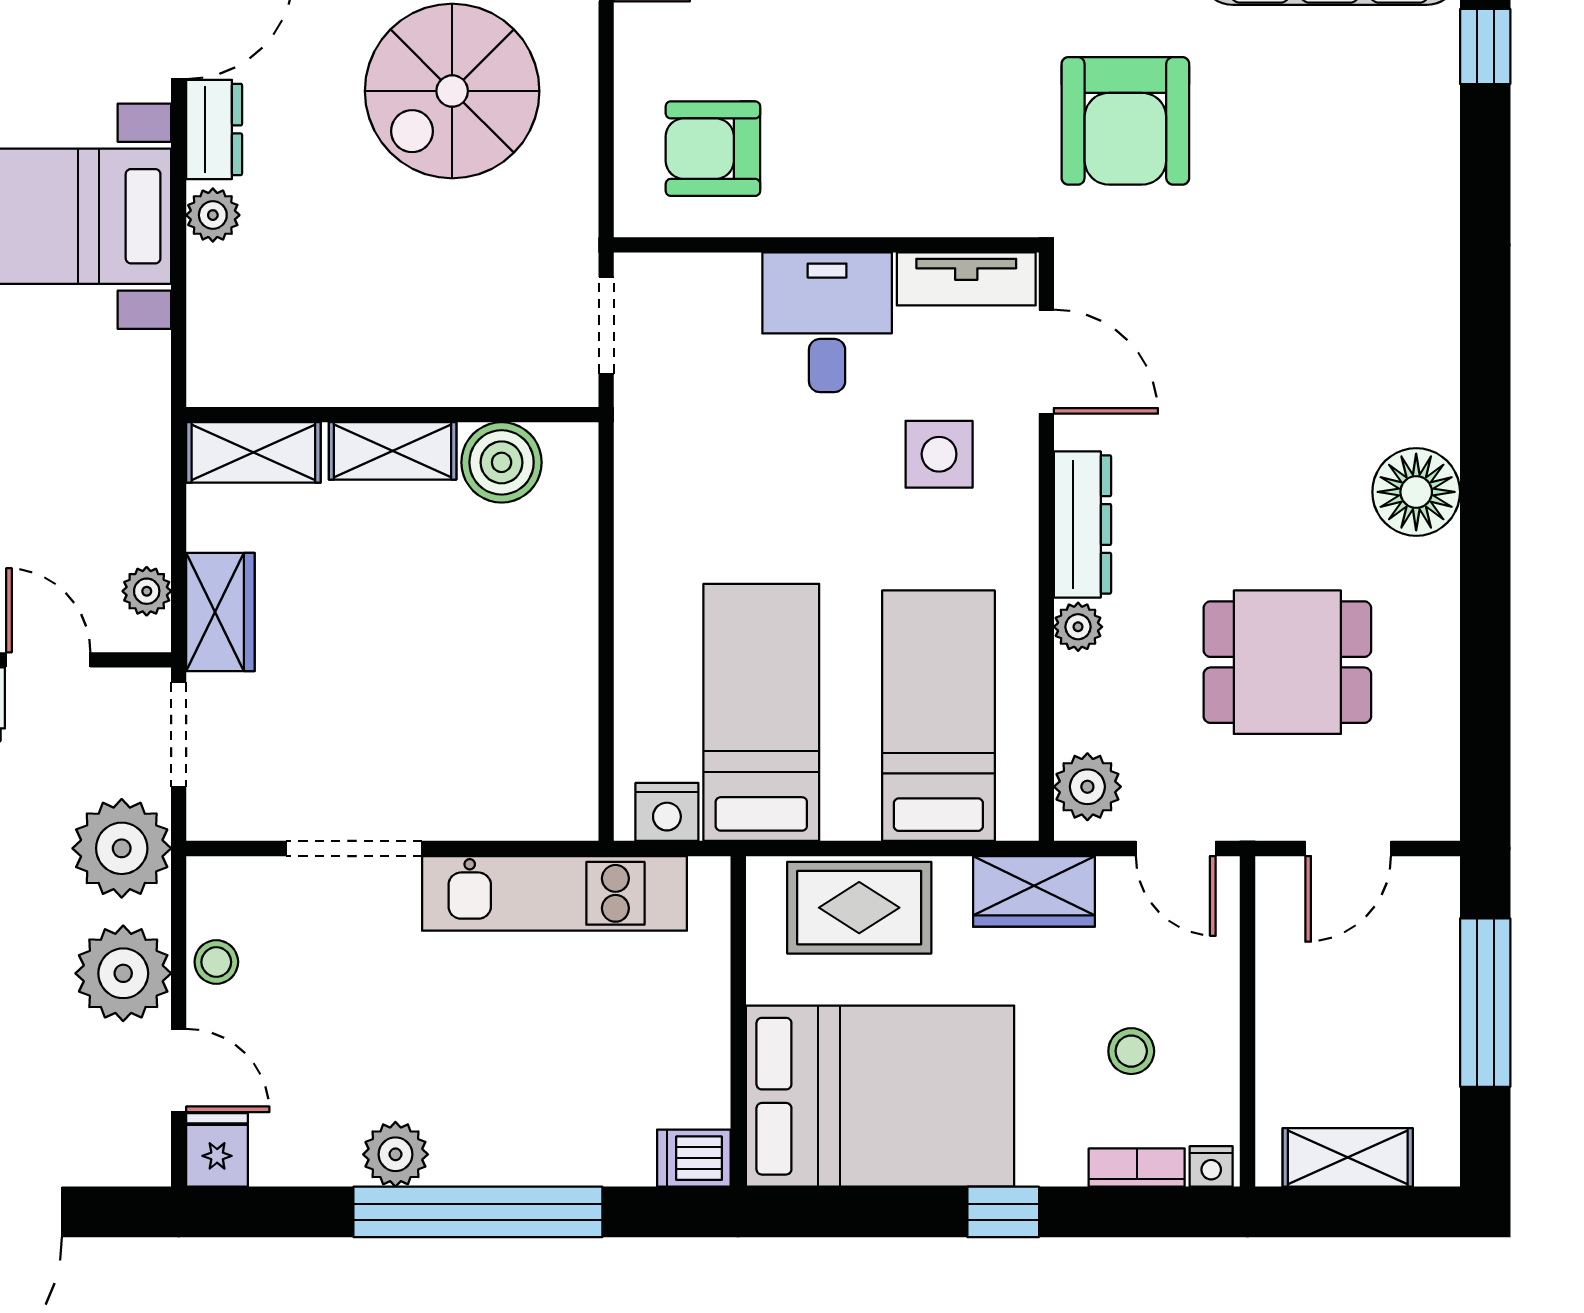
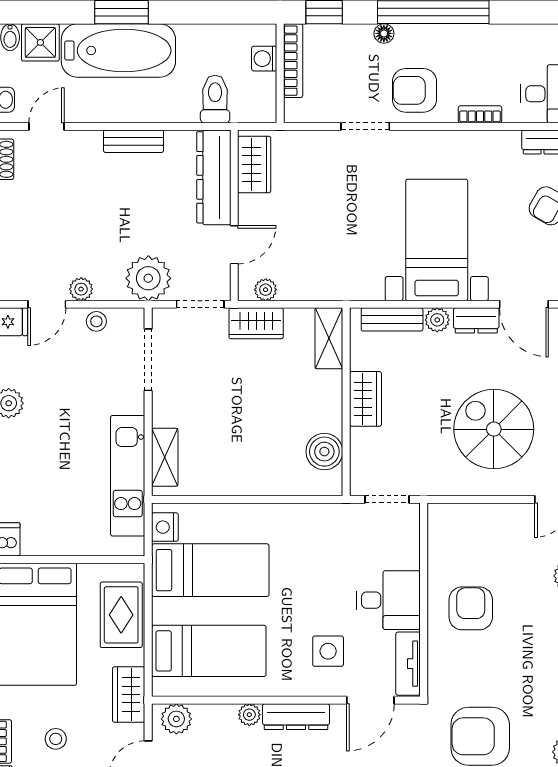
armchair: (713, 149) -> (471, 608), moved
bench: (212, 314) -> (392, 319), added
wardrobe: (386, 372) -> (365, 399), added
shelving: (393, 451) -> (165, 457), moved
doorway: (354, 848) -> (148, 360), moved
plant: (123, 973) -> (81, 289), width x0.53, depth x0.53

